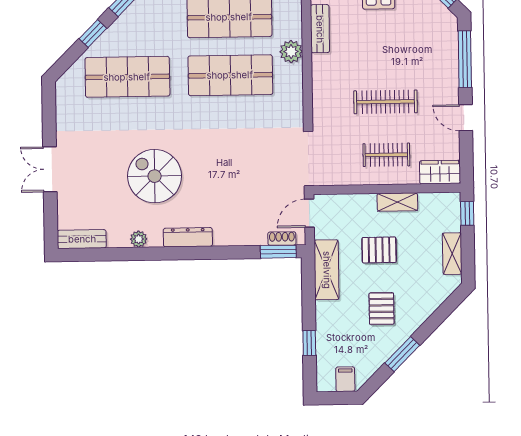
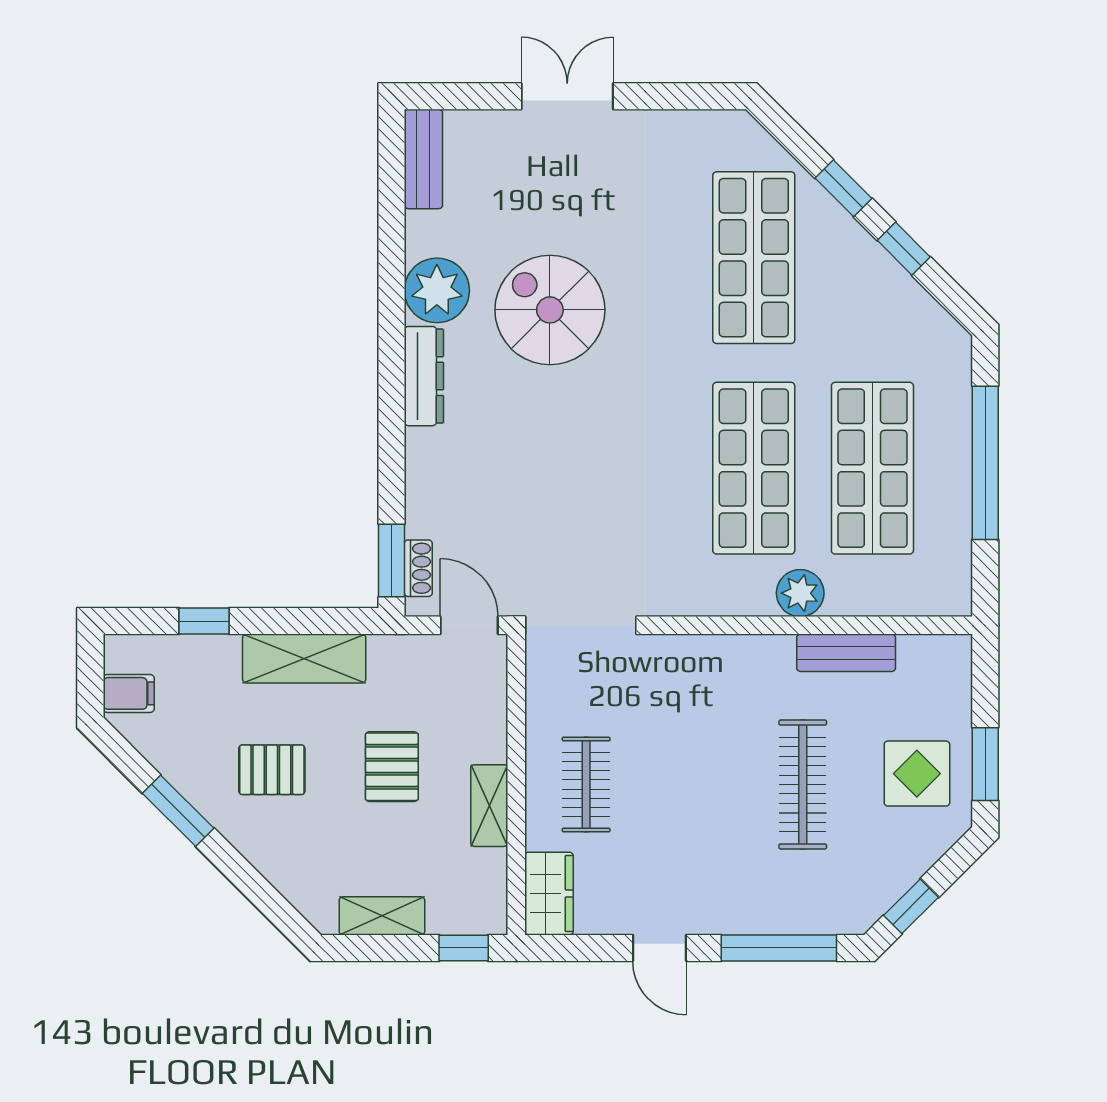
clothes rail: (386, 102) -> (803, 785), moved
door: (466, 118) -> (659, 948), swing flipped
spiral stairs: (155, 176) -> (550, 310), turned -90
plant: (139, 239) -> (437, 290), width x1.88, depth x1.88
shelving: (327, 270) -> (304, 659), moved

